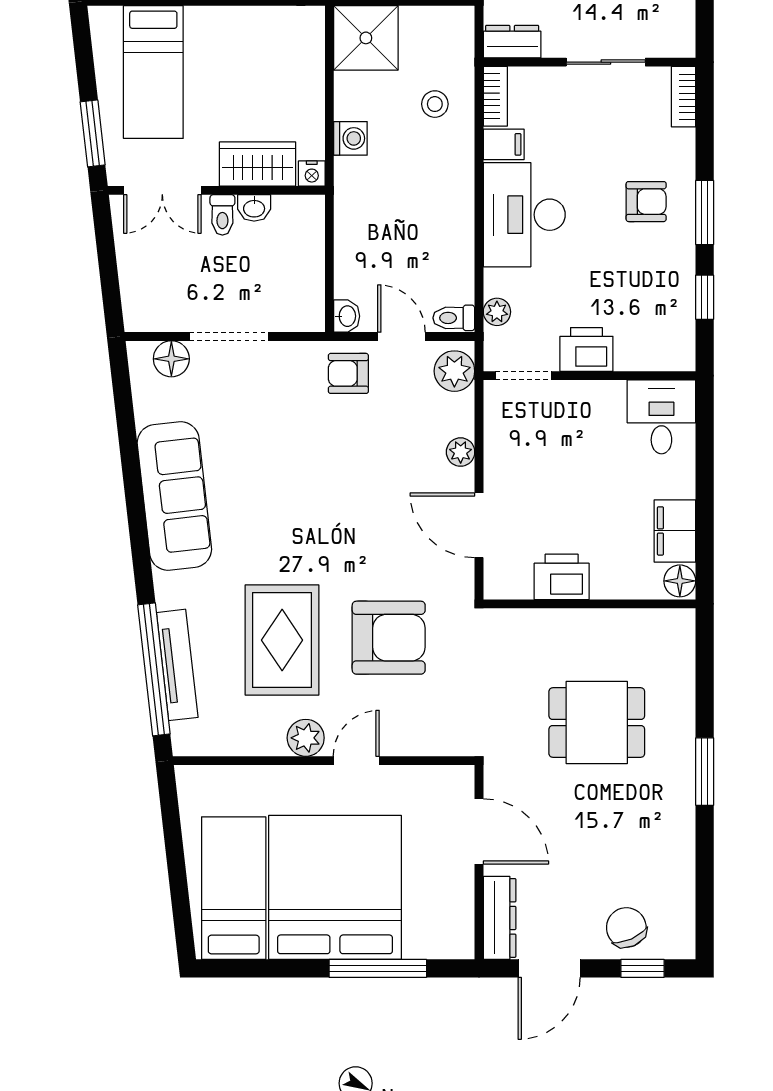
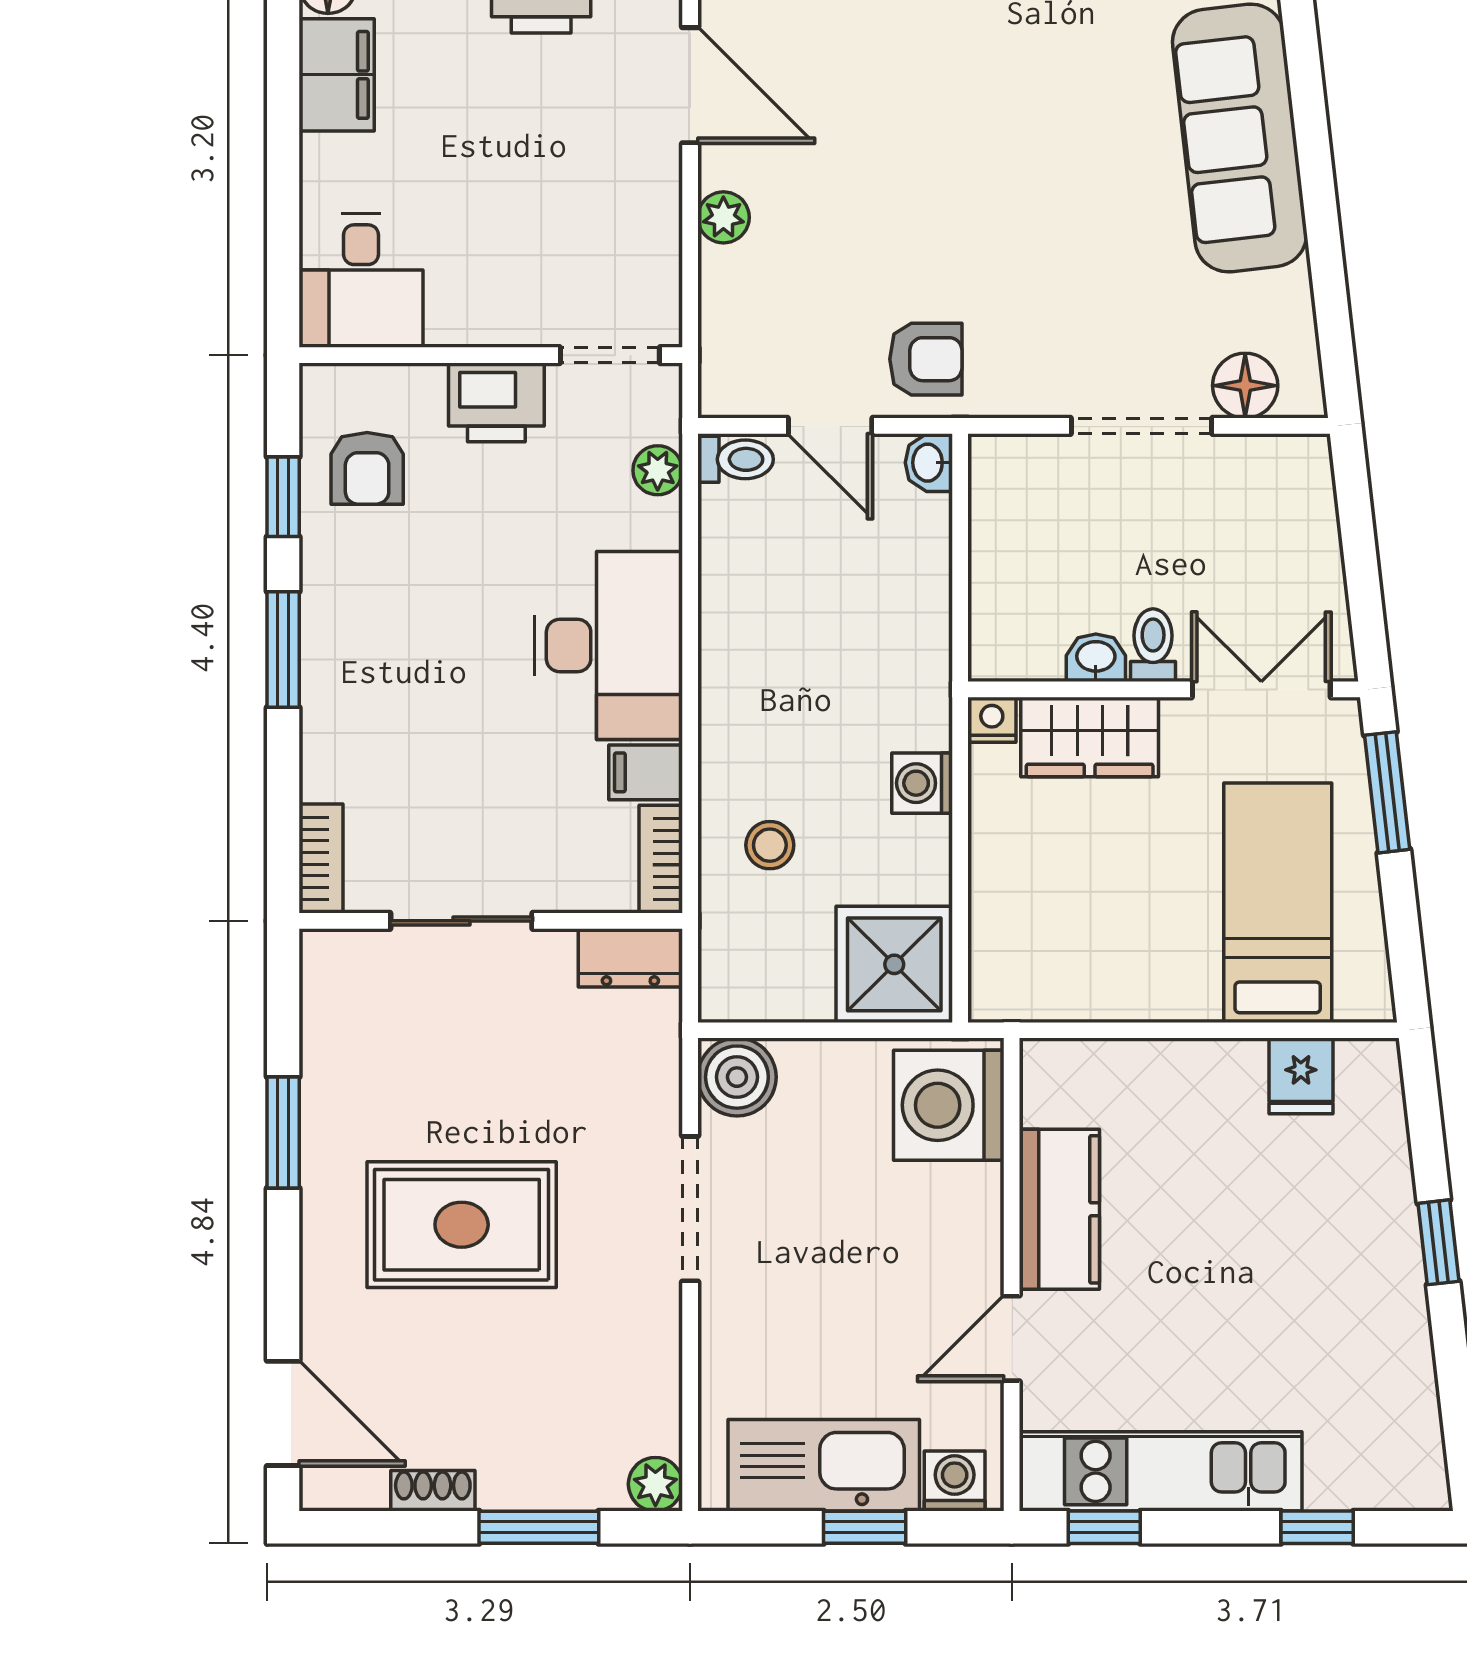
armchair: (646, 202) -> (367, 468), moved, turned -90
plant: (454, 371) -> (734, 363), removed

